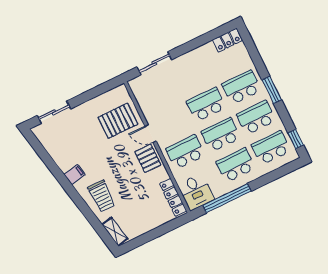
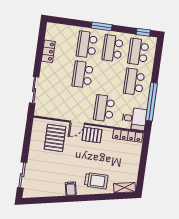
locker: (227, 40) -> (48, 51), moved
school desk: (221, 135) -> (108, 78), removed

